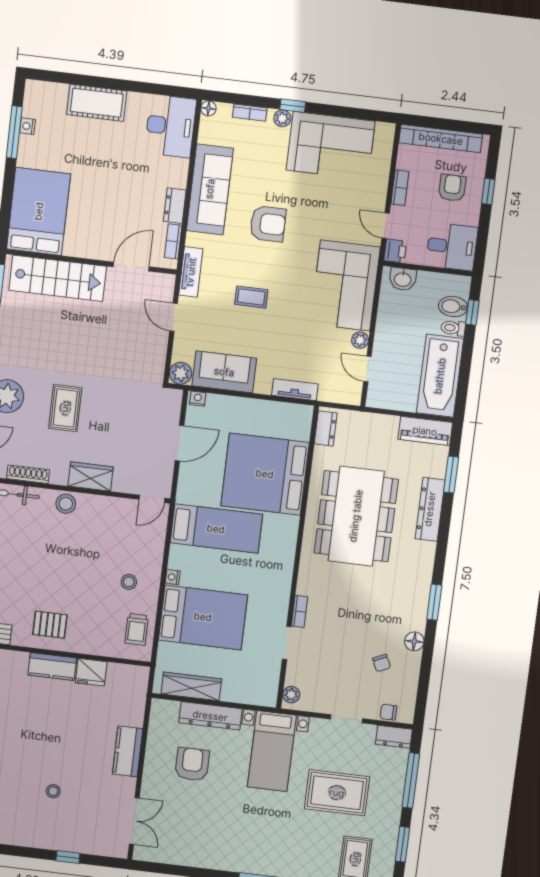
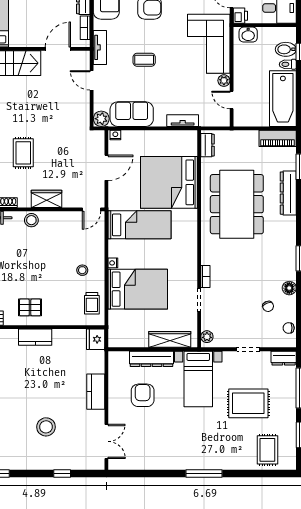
fridge: (91, 672) -> (96, 339), moved, turned 90
wardrobe: (191, 686) -> (170, 339), moved
chair: (388, 712) -> (289, 328), moved
stool: (53, 791) -> (46, 427), width x1.89, depth x1.89

